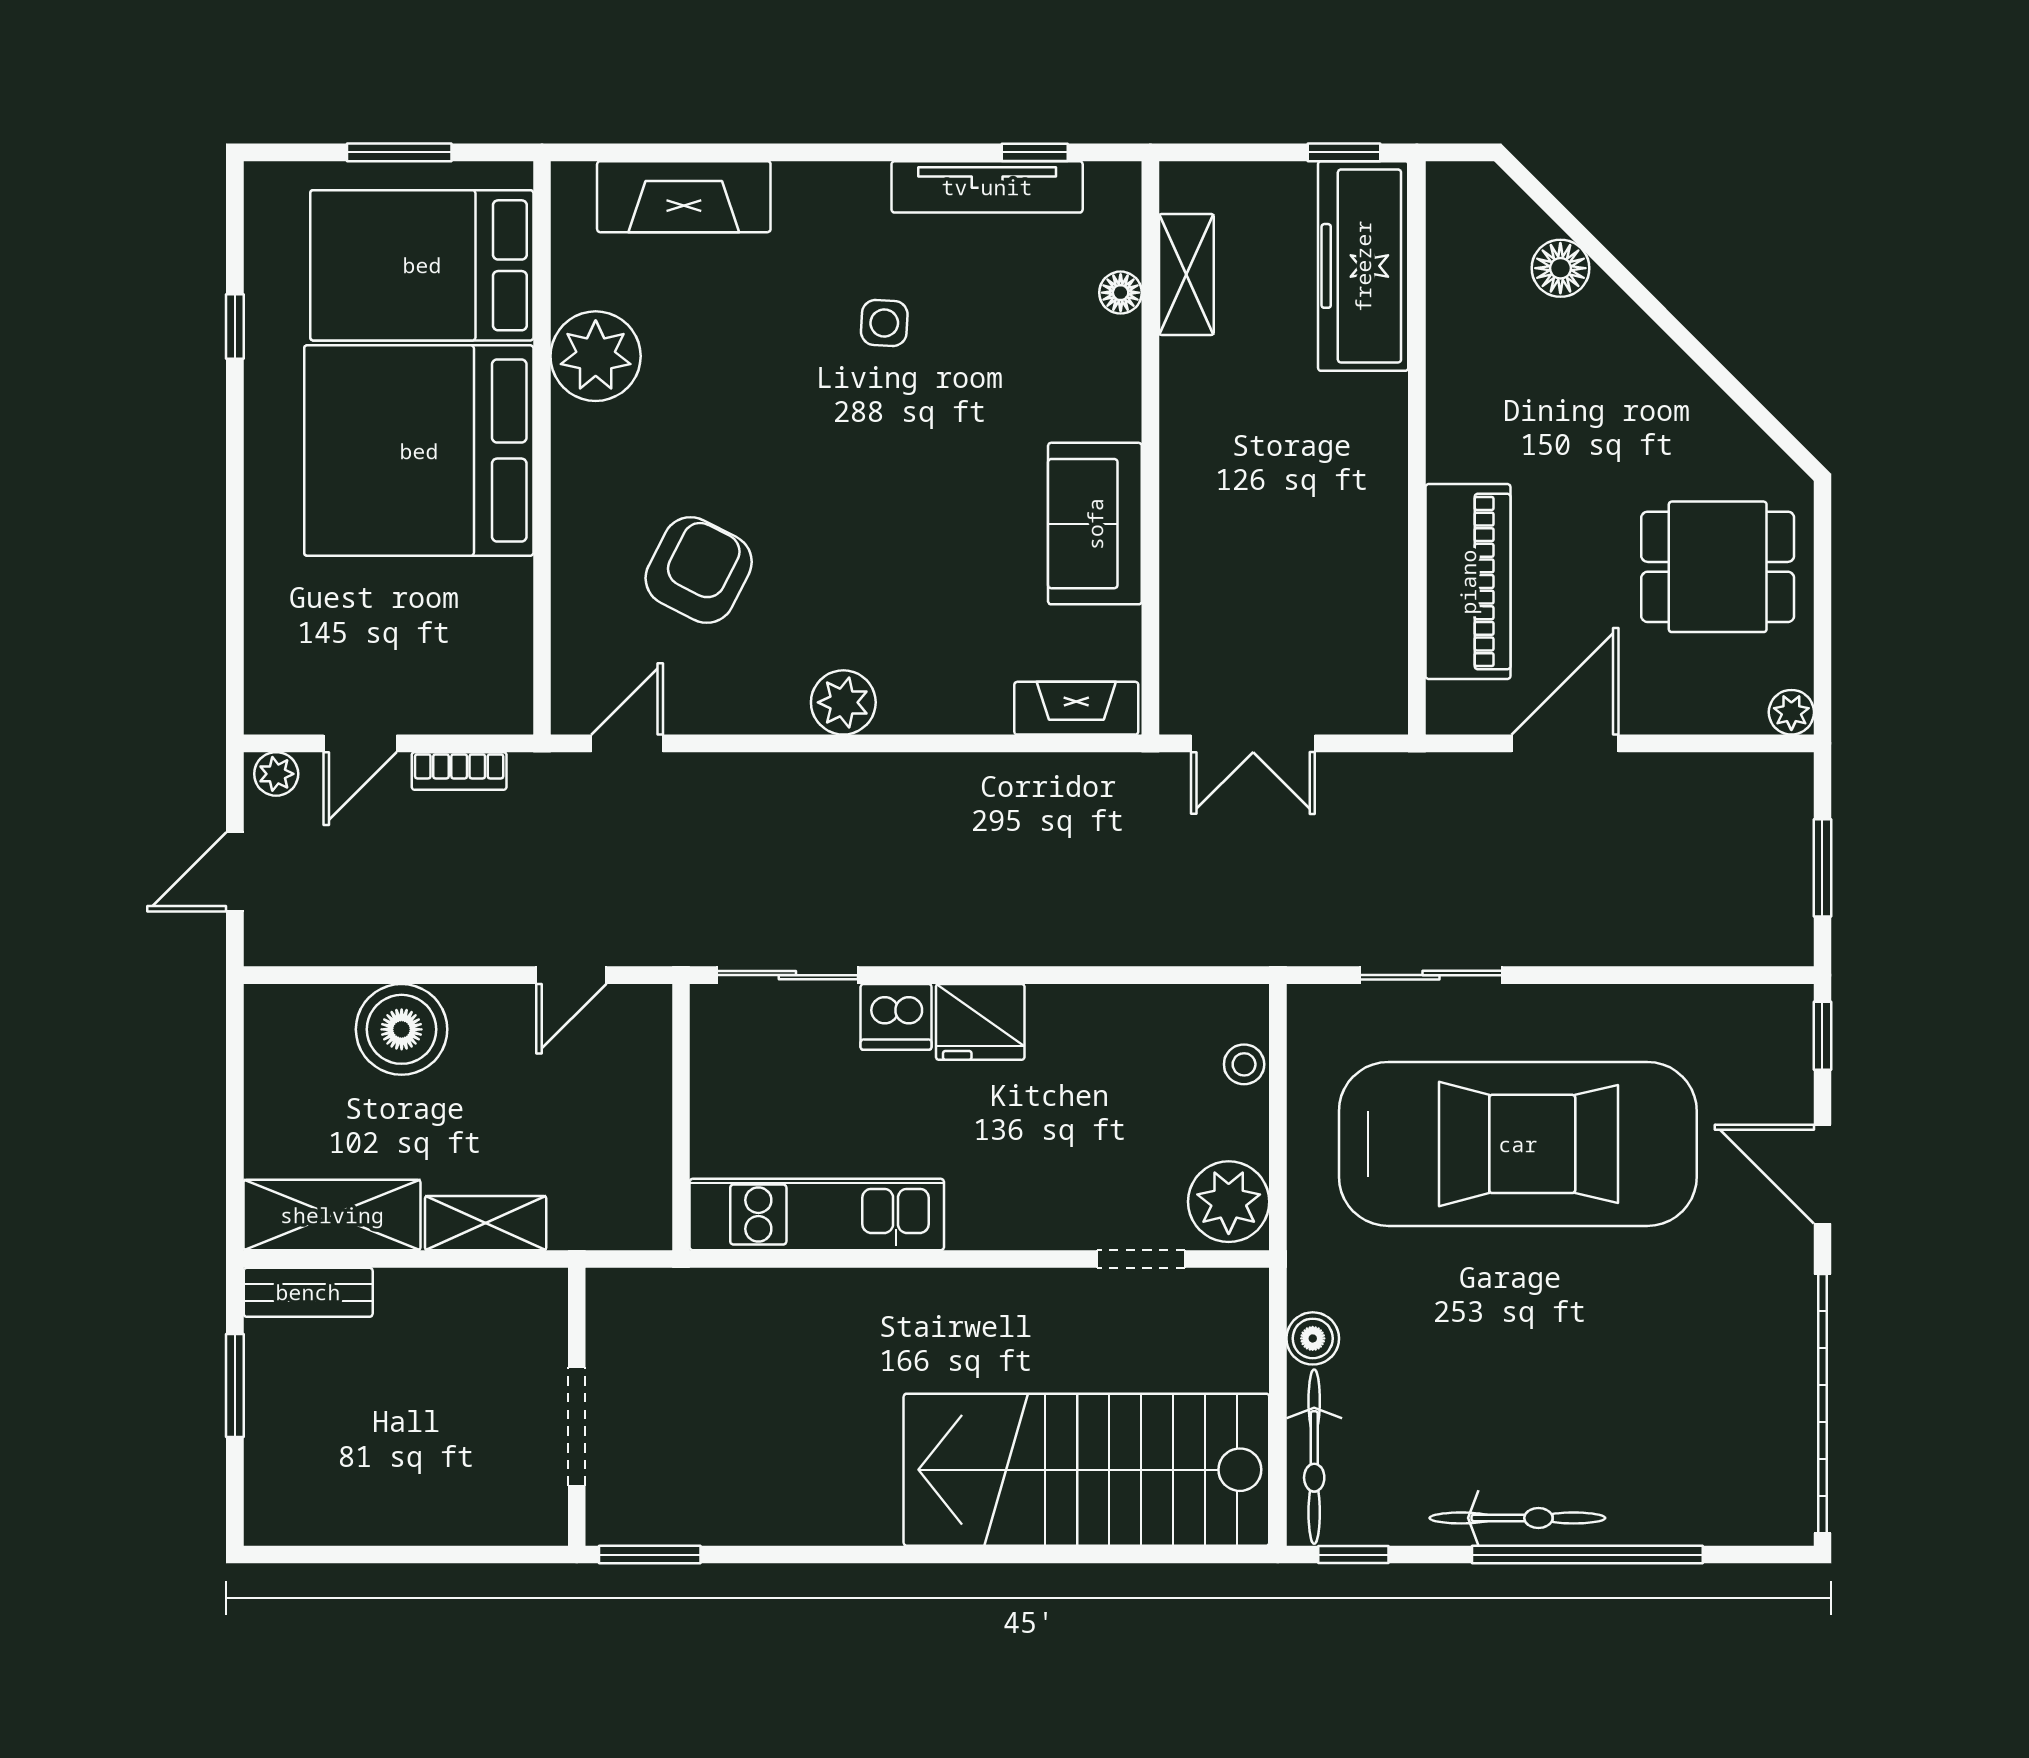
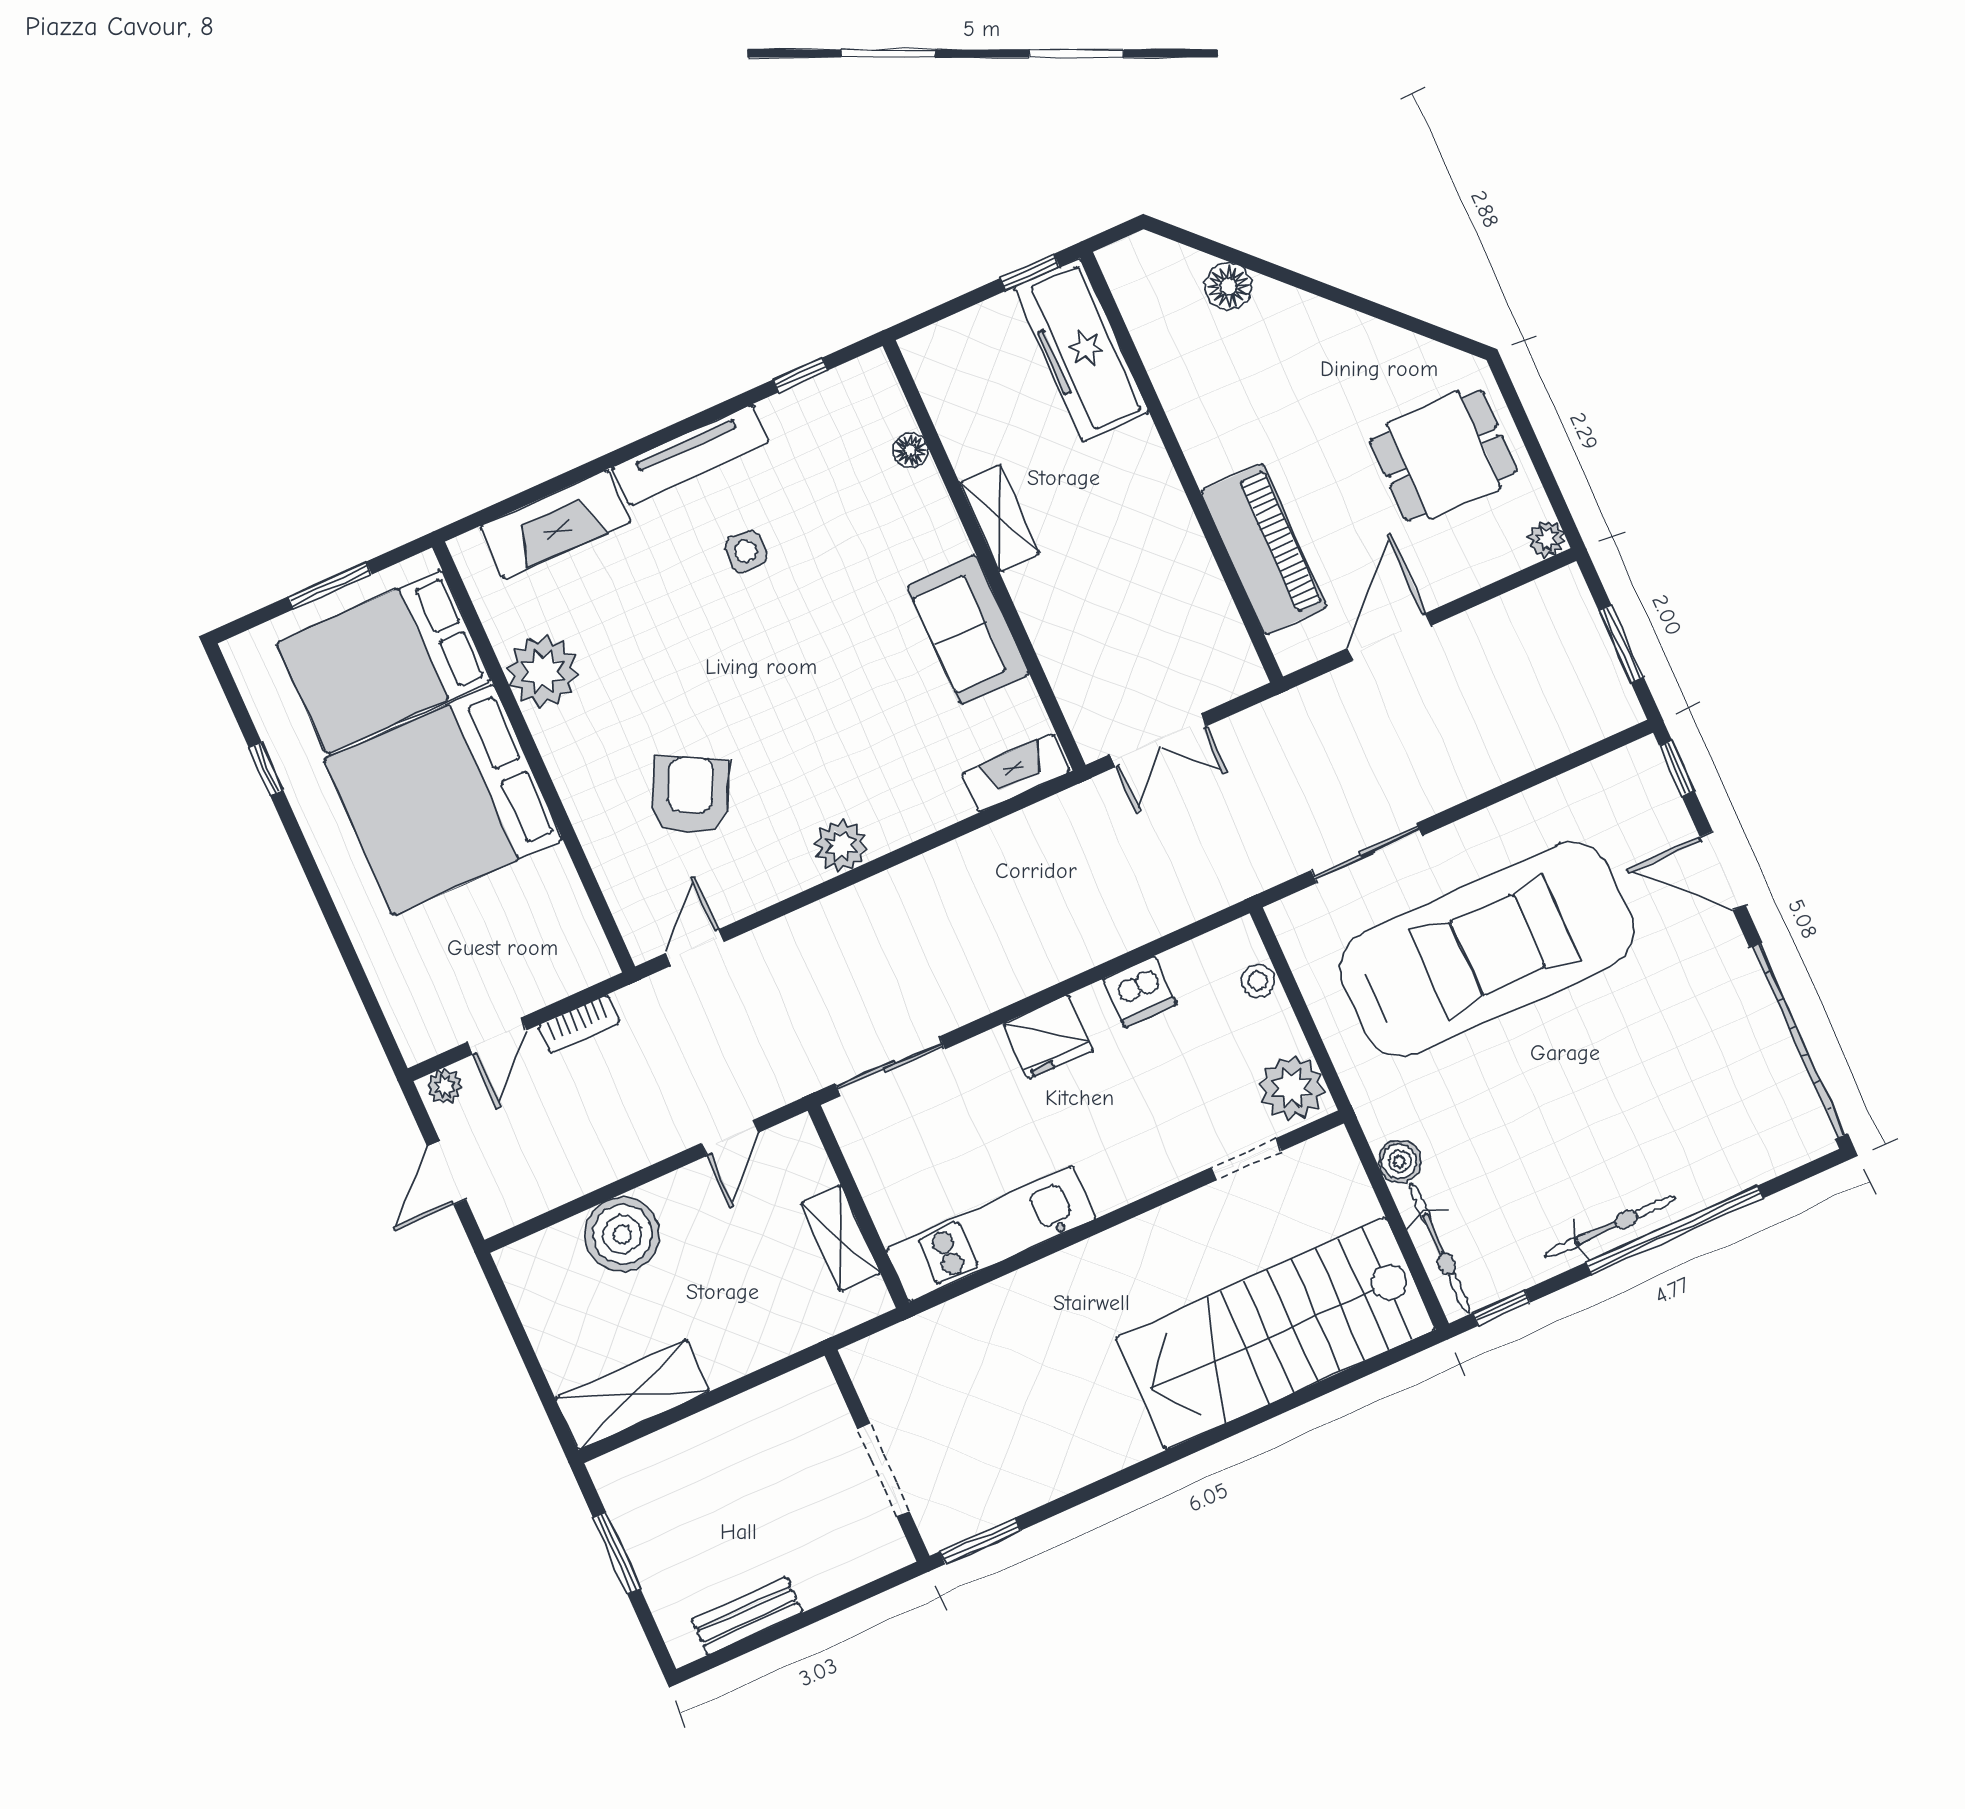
tv unit: (987, 187) -> (690, 455), moved
shelving: (1186, 274) -> (999, 518), moved
dishwasher: (896, 1017) -> (1140, 992), moved
shelving: (486, 1223) -> (840, 1238), moved, turned 90
bench: (308, 1292) -> (747, 1616), moved

